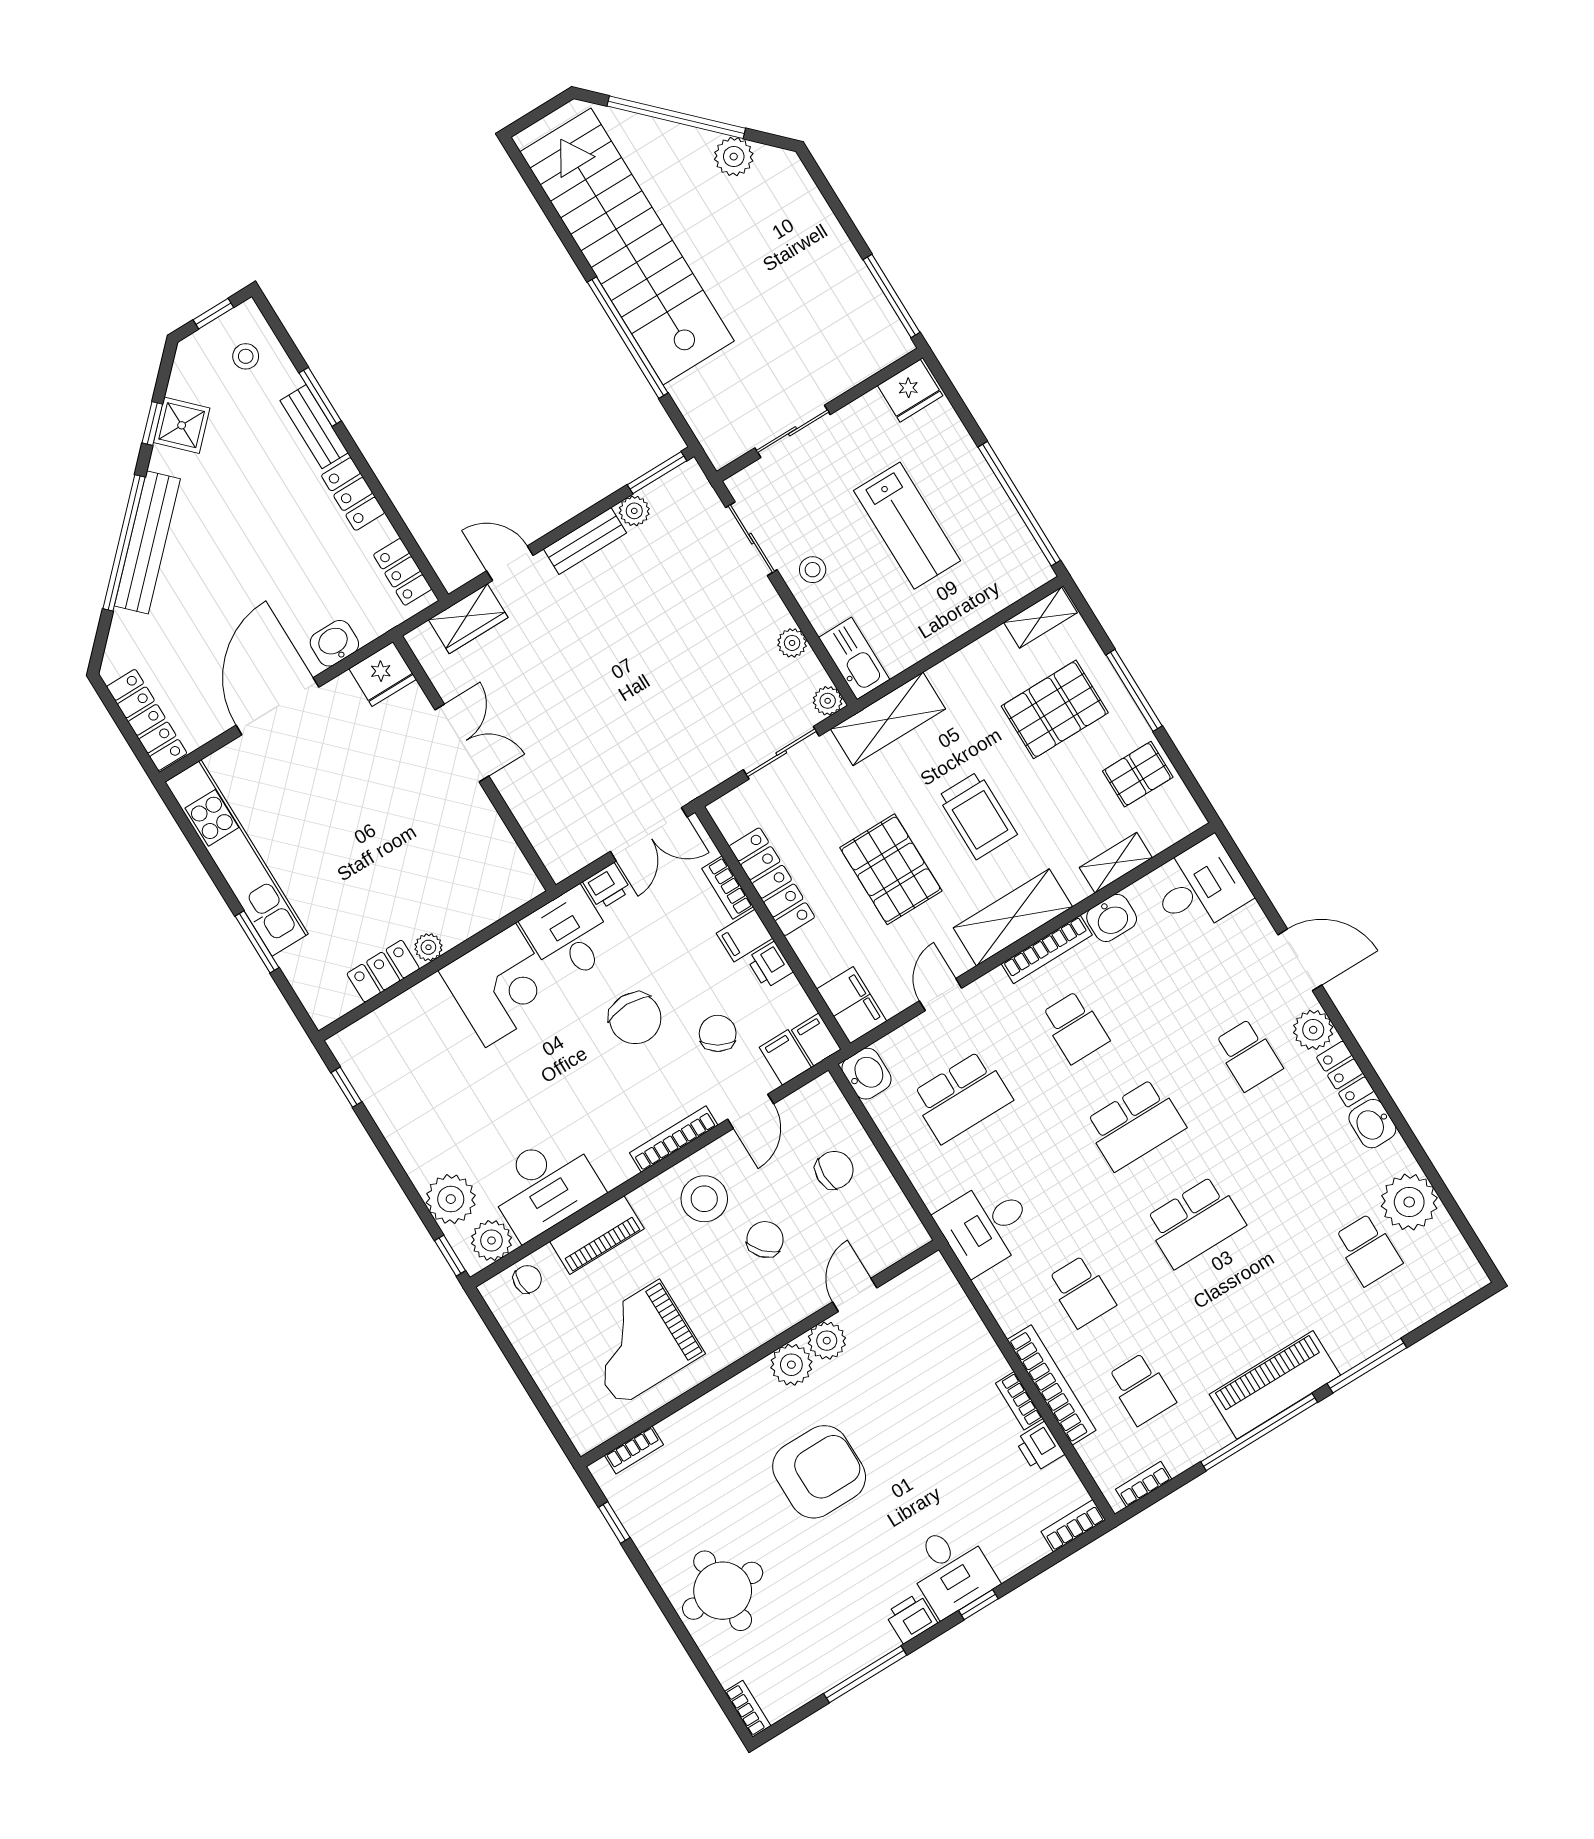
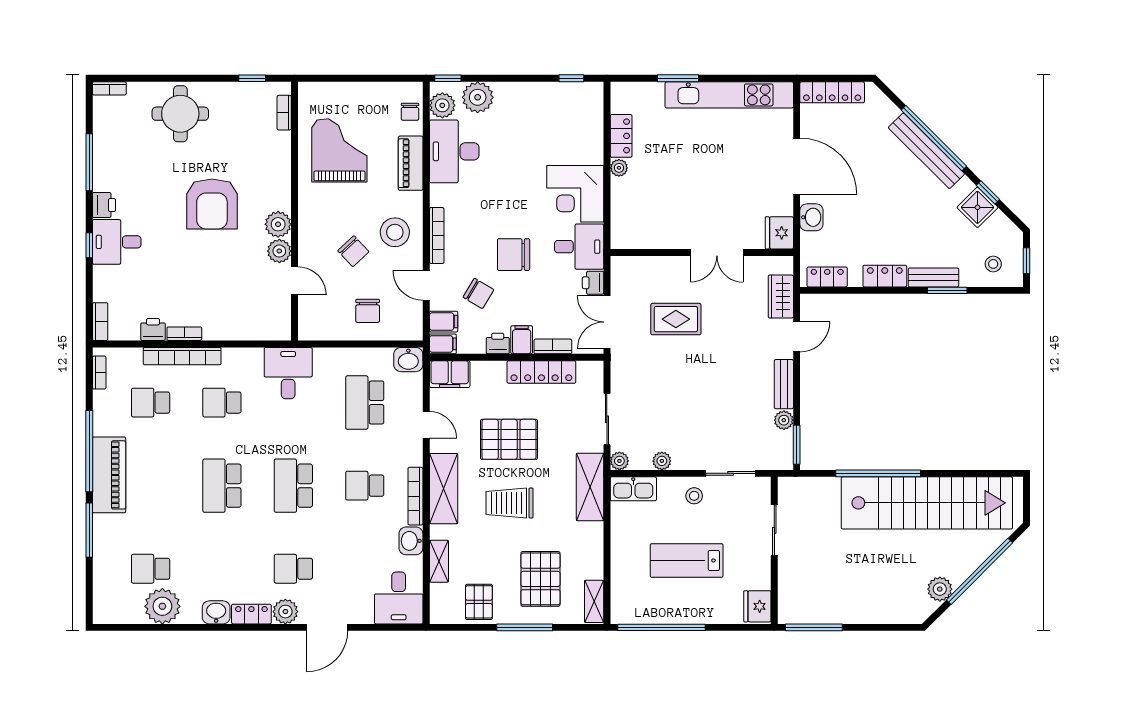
rug: (587, 743) -> (676, 319), added

